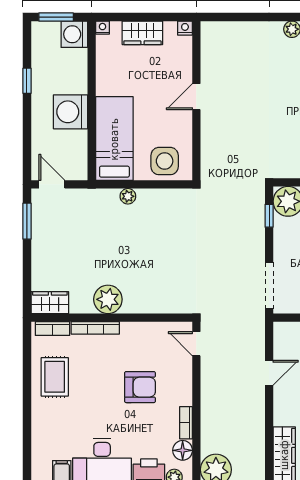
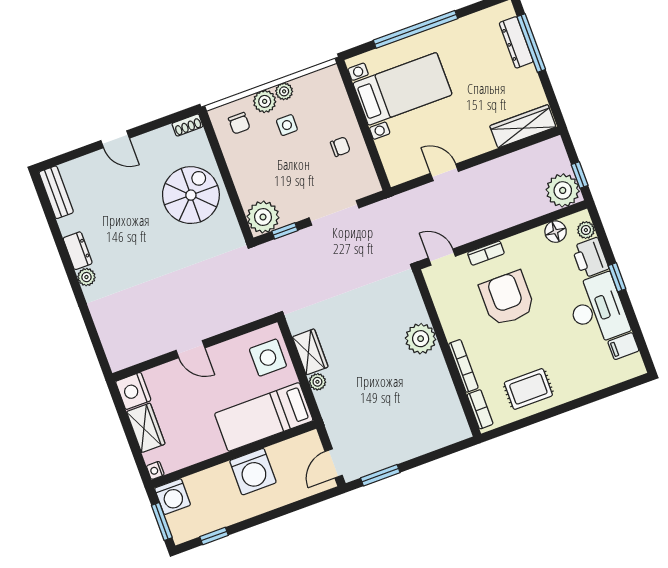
nightstand: (185, 28) -> (133, 391), width x1.89, depth x1.79
window: (27, 81) -> (214, 536), moved
doorway: (269, 286) -> (334, 213), moved
plant: (108, 299) -> (421, 339), moved
wardrobe: (50, 303) -> (310, 352), moved, turned 180
door: (196, 344) -> (442, 257), swing flipped
armchair: (140, 387) -> (507, 298), width x1.36, depth x1.36
bookcase: (186, 423) -> (486, 253), moved

